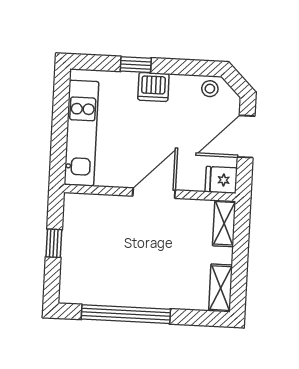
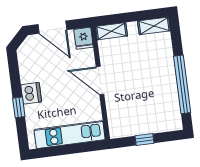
stool: (210, 89) -> (26, 56), removed

